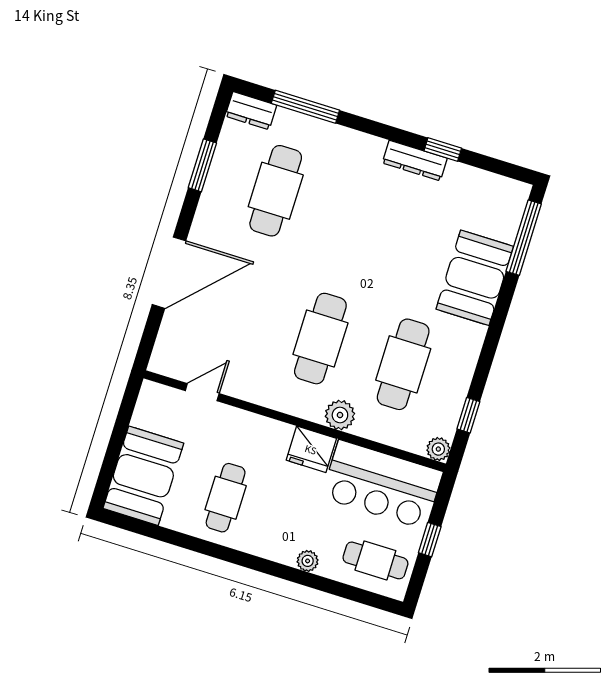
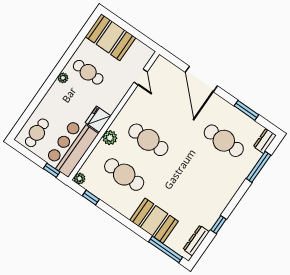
dresser: (415, 161) -> (196, 240), moved
window: (430, 540) -> (52, 170), moved
plant: (308, 561) -> (63, 78), moved

